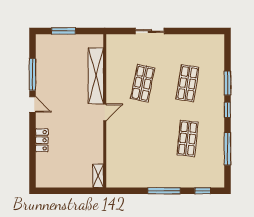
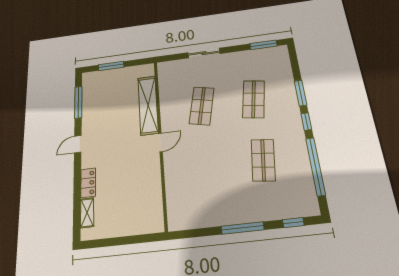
window: (204, 31) -> (263, 45), added
window: (32, 75) -> (78, 102), moved
door: (32, 104) -> (78, 144), swing flipped
window: (227, 149) -> (315, 166), width x1.46
shelving: (98, 176) -> (87, 213), moved

